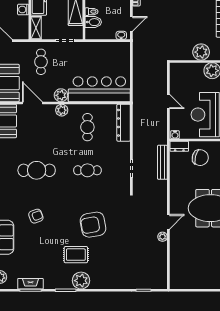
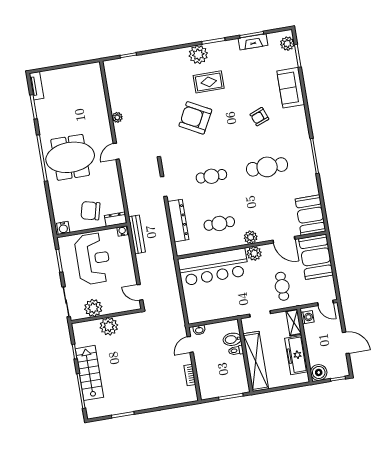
washing machine: (23, 10) -> (307, 317), moved
door: (168, 102) -> (140, 292), moved
dresser: (124, 123) -> (178, 221), moved
cafe table: (87, 127) -> (219, 223), turned 90
bench: (162, 162) -> (137, 234), moved
door: (168, 222) -> (116, 151), moved
armchair: (93, 225) -> (195, 118), turned -142

